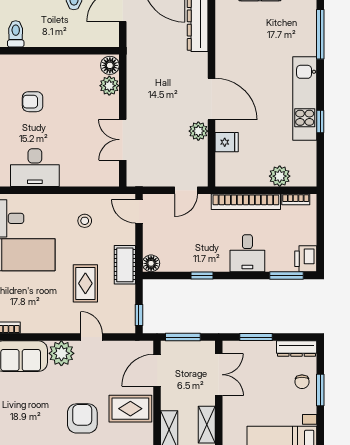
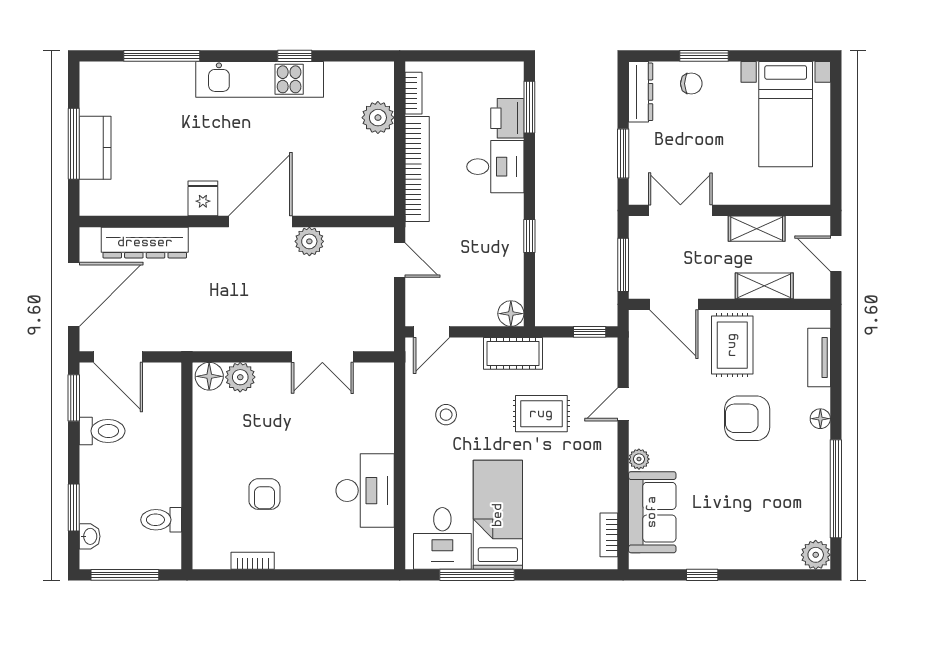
fridge: (227, 142) -> (203, 198), moved
printer: (306, 259) -> (507, 118), moved, turned 90
plant: (61, 353) -> (639, 459), width x0.53, depth x0.53

